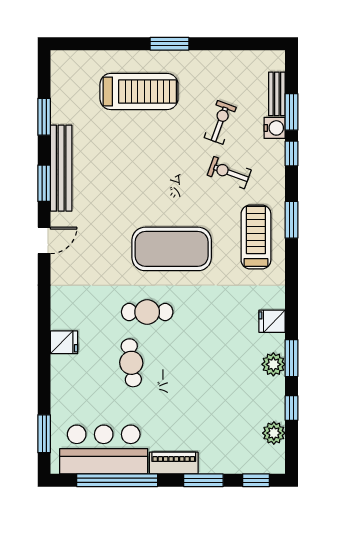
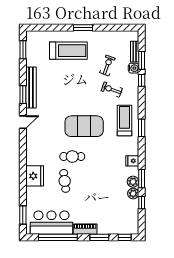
window: (44, 117) -> (23, 50), moved
window: (291, 220) -> (142, 128), moved
fridge: (64, 342) -> (35, 176), width x1.88, depth x1.34
plant: (274, 433) -> (133, 194), moved

